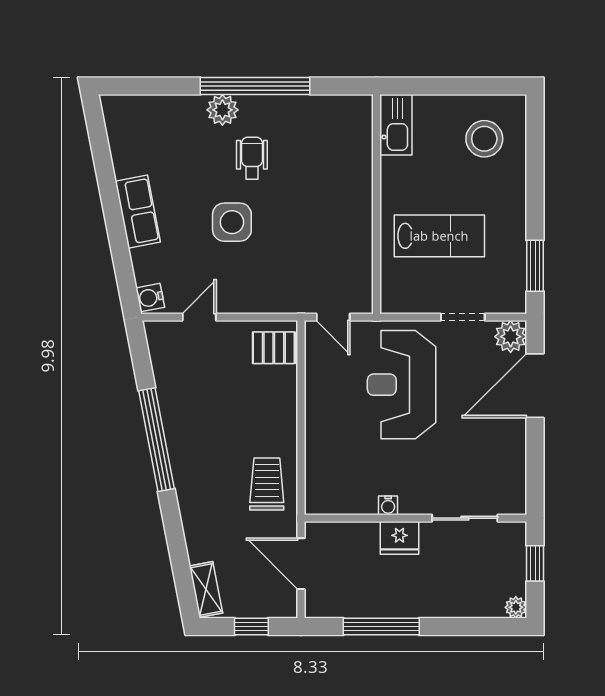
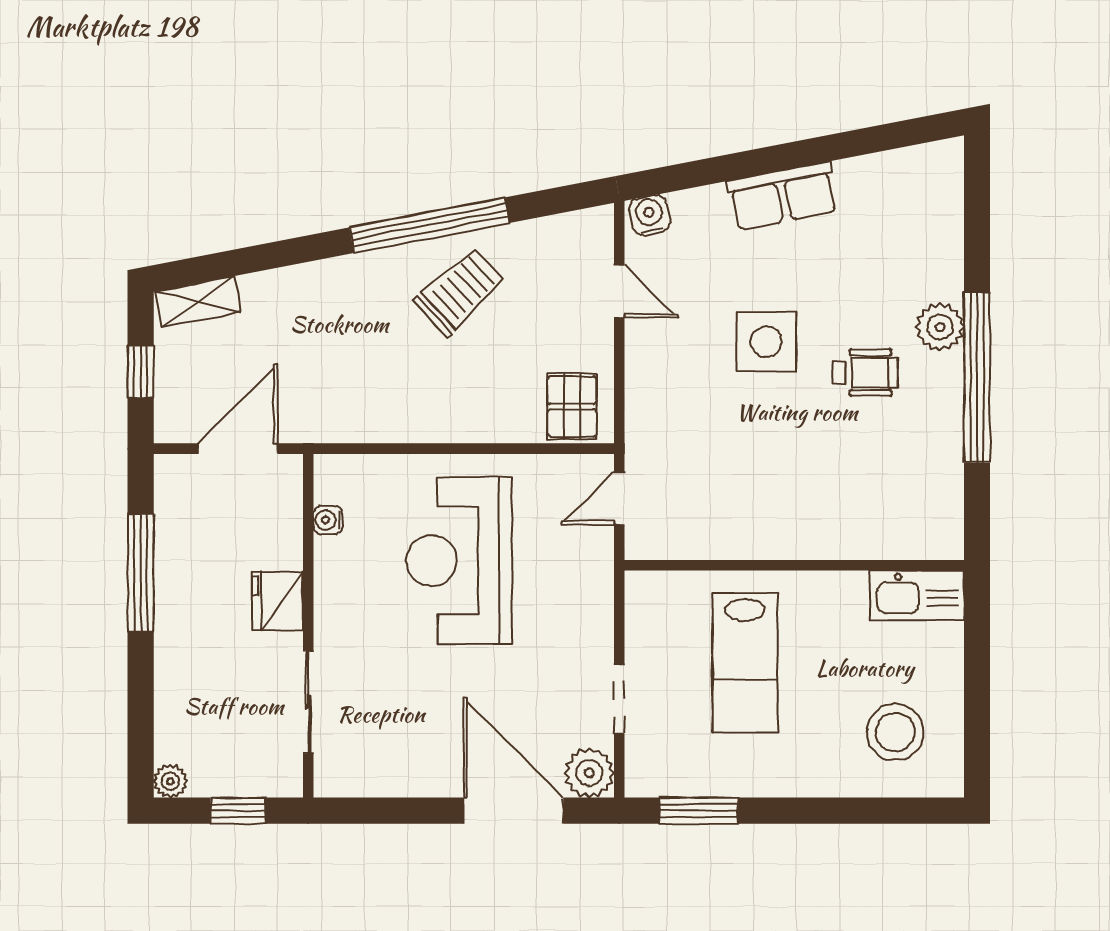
reception desk: (402, 385) -> (459, 560), moved, turned -90
trolley: (267, 484) -> (459, 292), moved, turned -43
water cooler: (388, 505) -> (328, 520), moved

